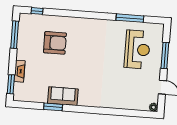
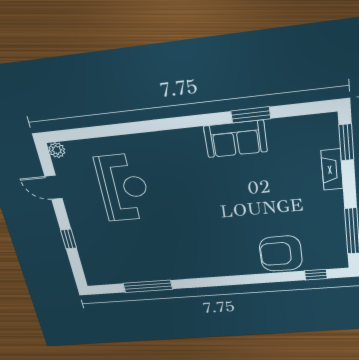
armchair: (55, 43) -> (281, 254), moved
reception desk: (137, 49) -> (123, 188), moved, turned 180
window: (165, 55) -> (69, 239), width x0.46

